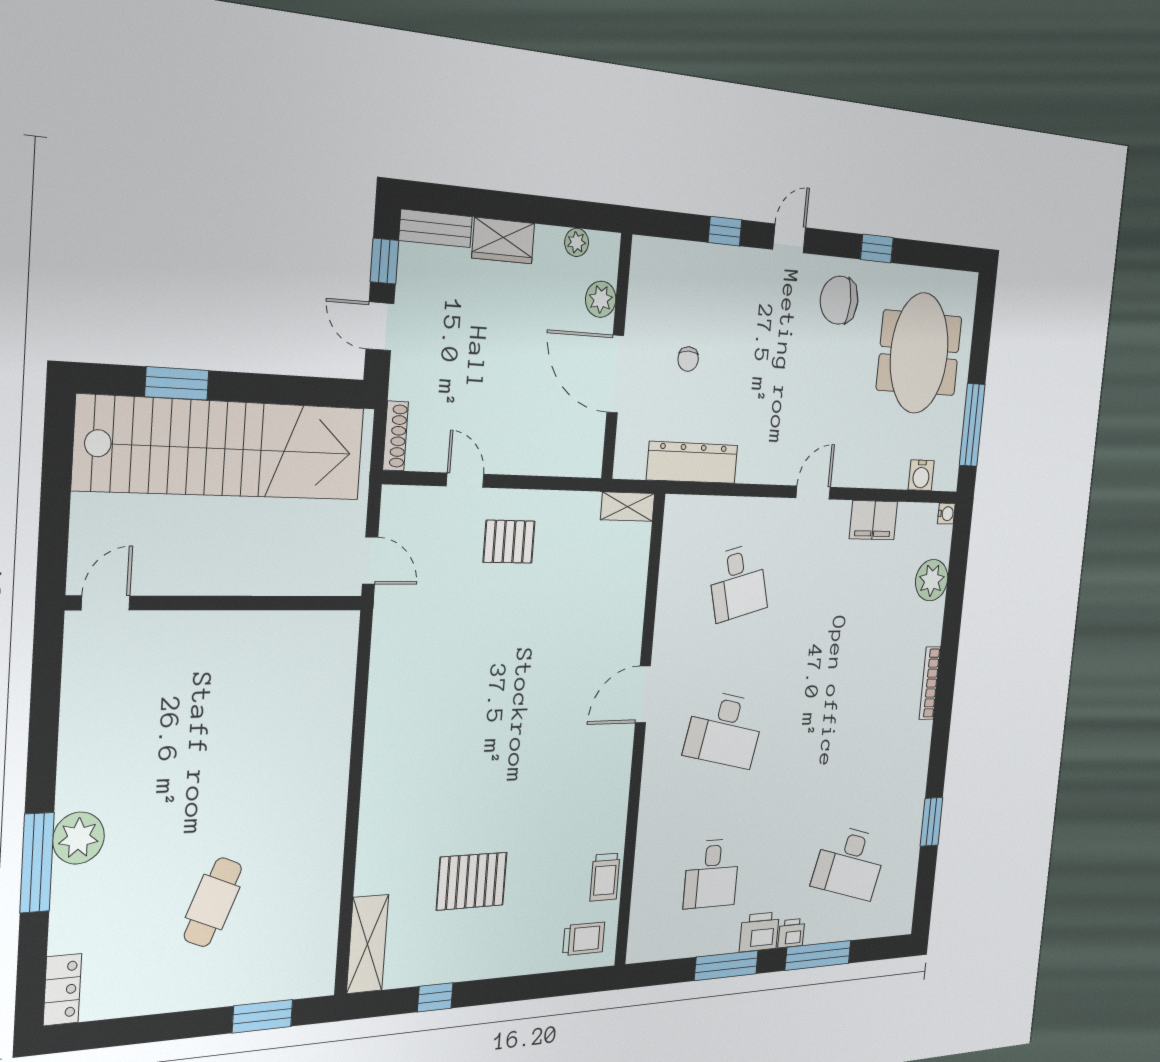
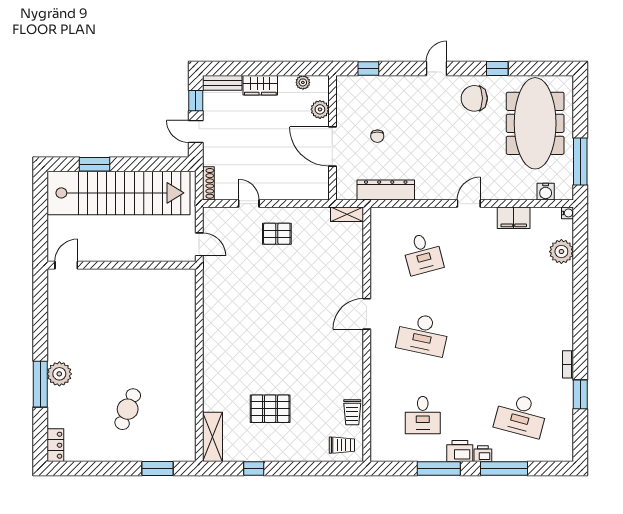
window: (725, 231) -> (368, 69), moved
meeting table: (919, 353) -> (535, 123), width x1.36
bookcase: (930, 683) -> (568, 364), moved, width x0.64

